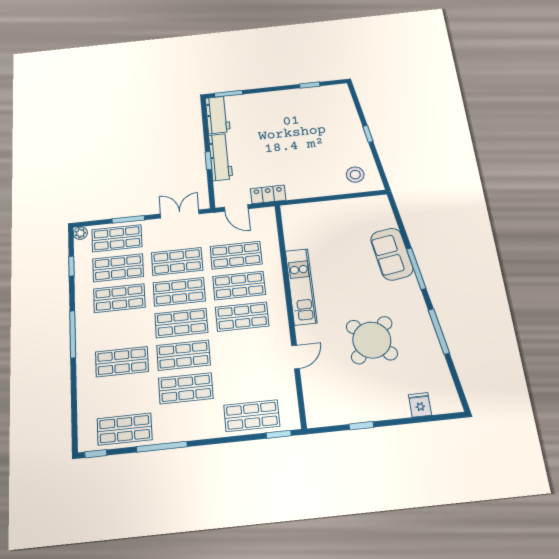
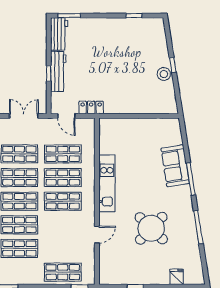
stool: (355, 175) -> (164, 74), moved

